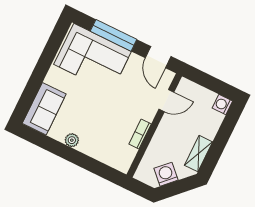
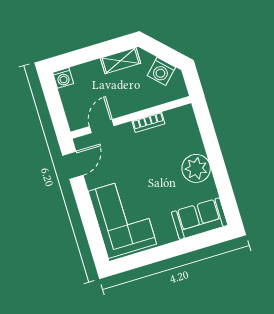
window: (114, 35) -> (89, 218), removed
door: (166, 101) -> (102, 126), hinge flipped
plant: (72, 140) -> (196, 168), width x1.87, depth x1.87

